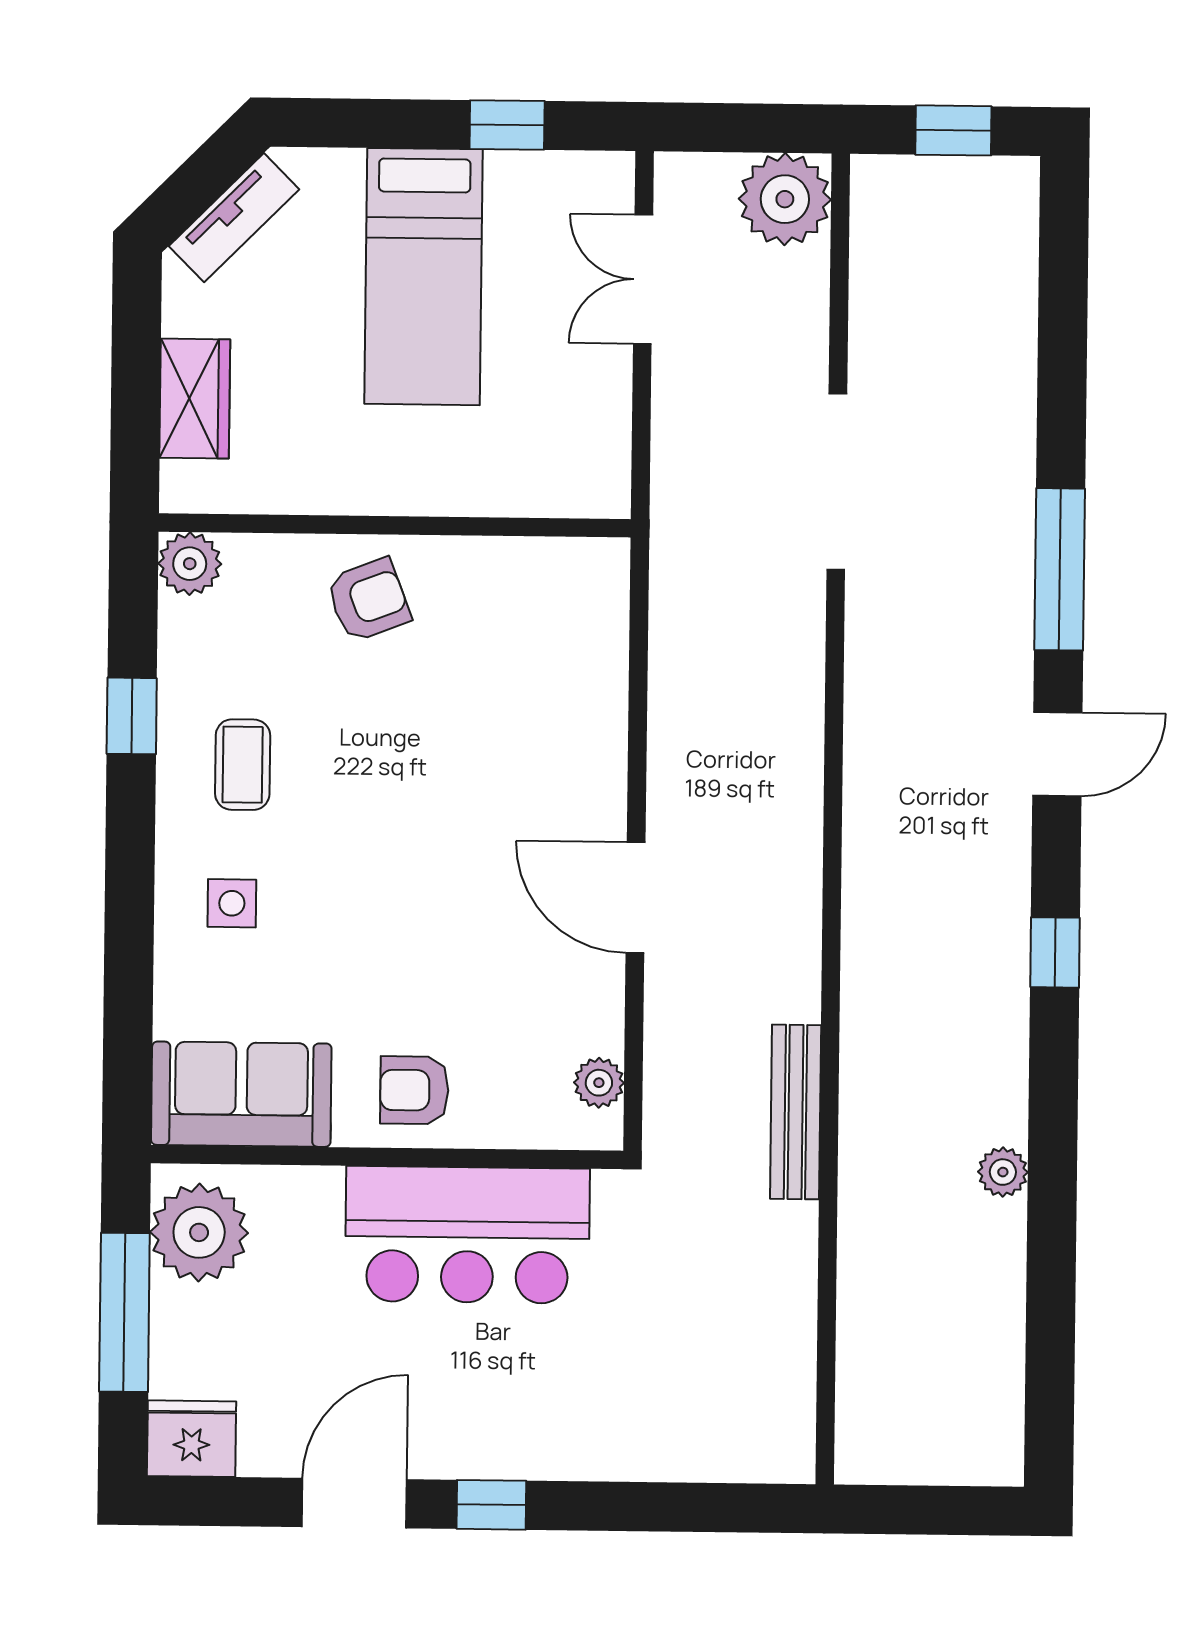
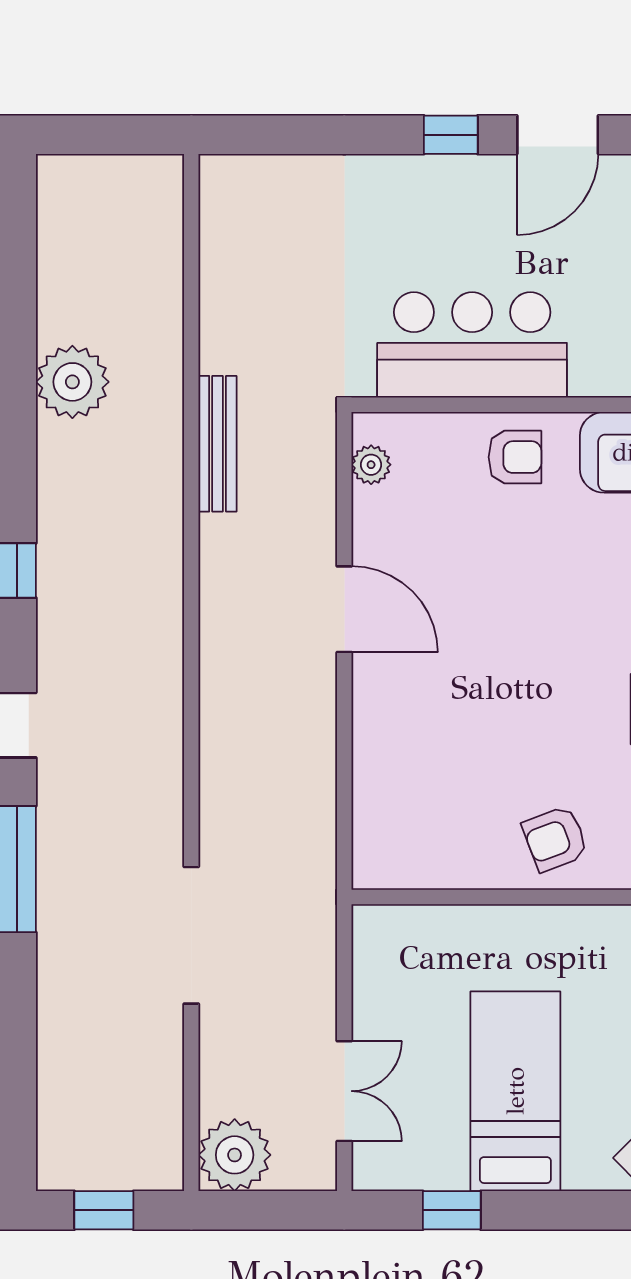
plant: (1003, 1172) -> (72, 382), width x1.88, depth x1.88

